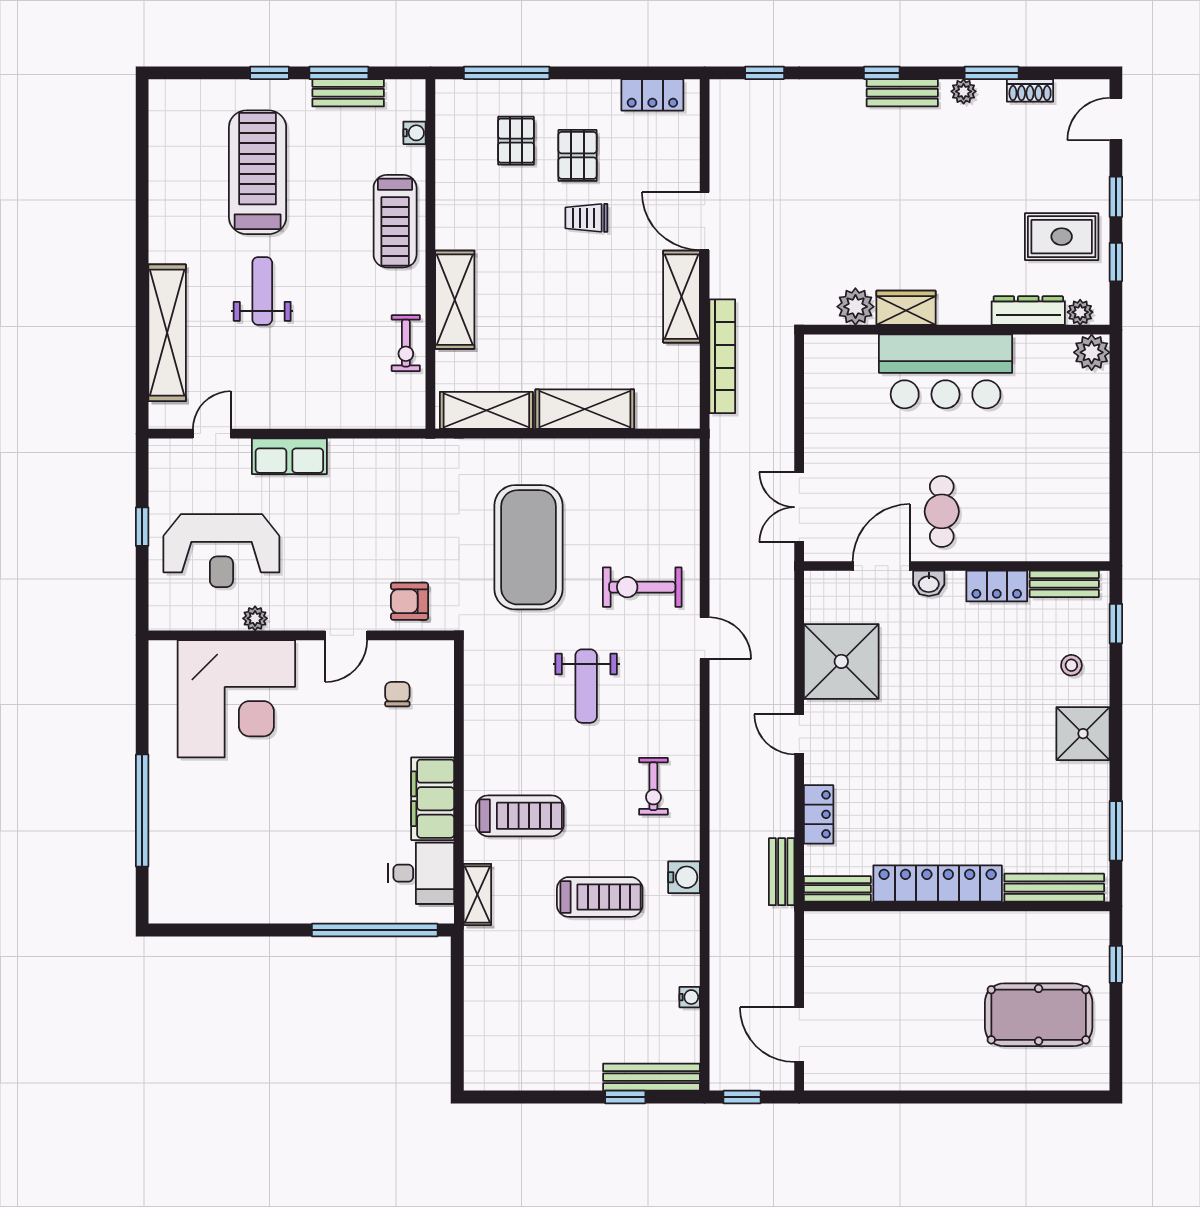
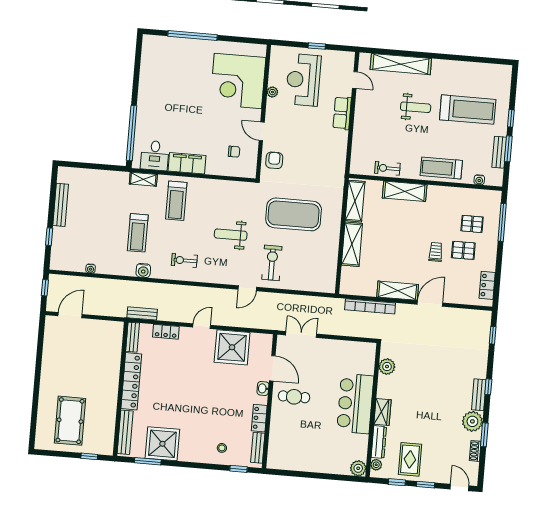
plant: (964, 91) -> (472, 421), width x1.88, depth x1.88
wardrobe: (906, 308) -> (383, 412), moved
shower: (1083, 734) -> (162, 444), moved, width x1.37, depth x1.37
bench: (651, 1077) -> (61, 205), moved

